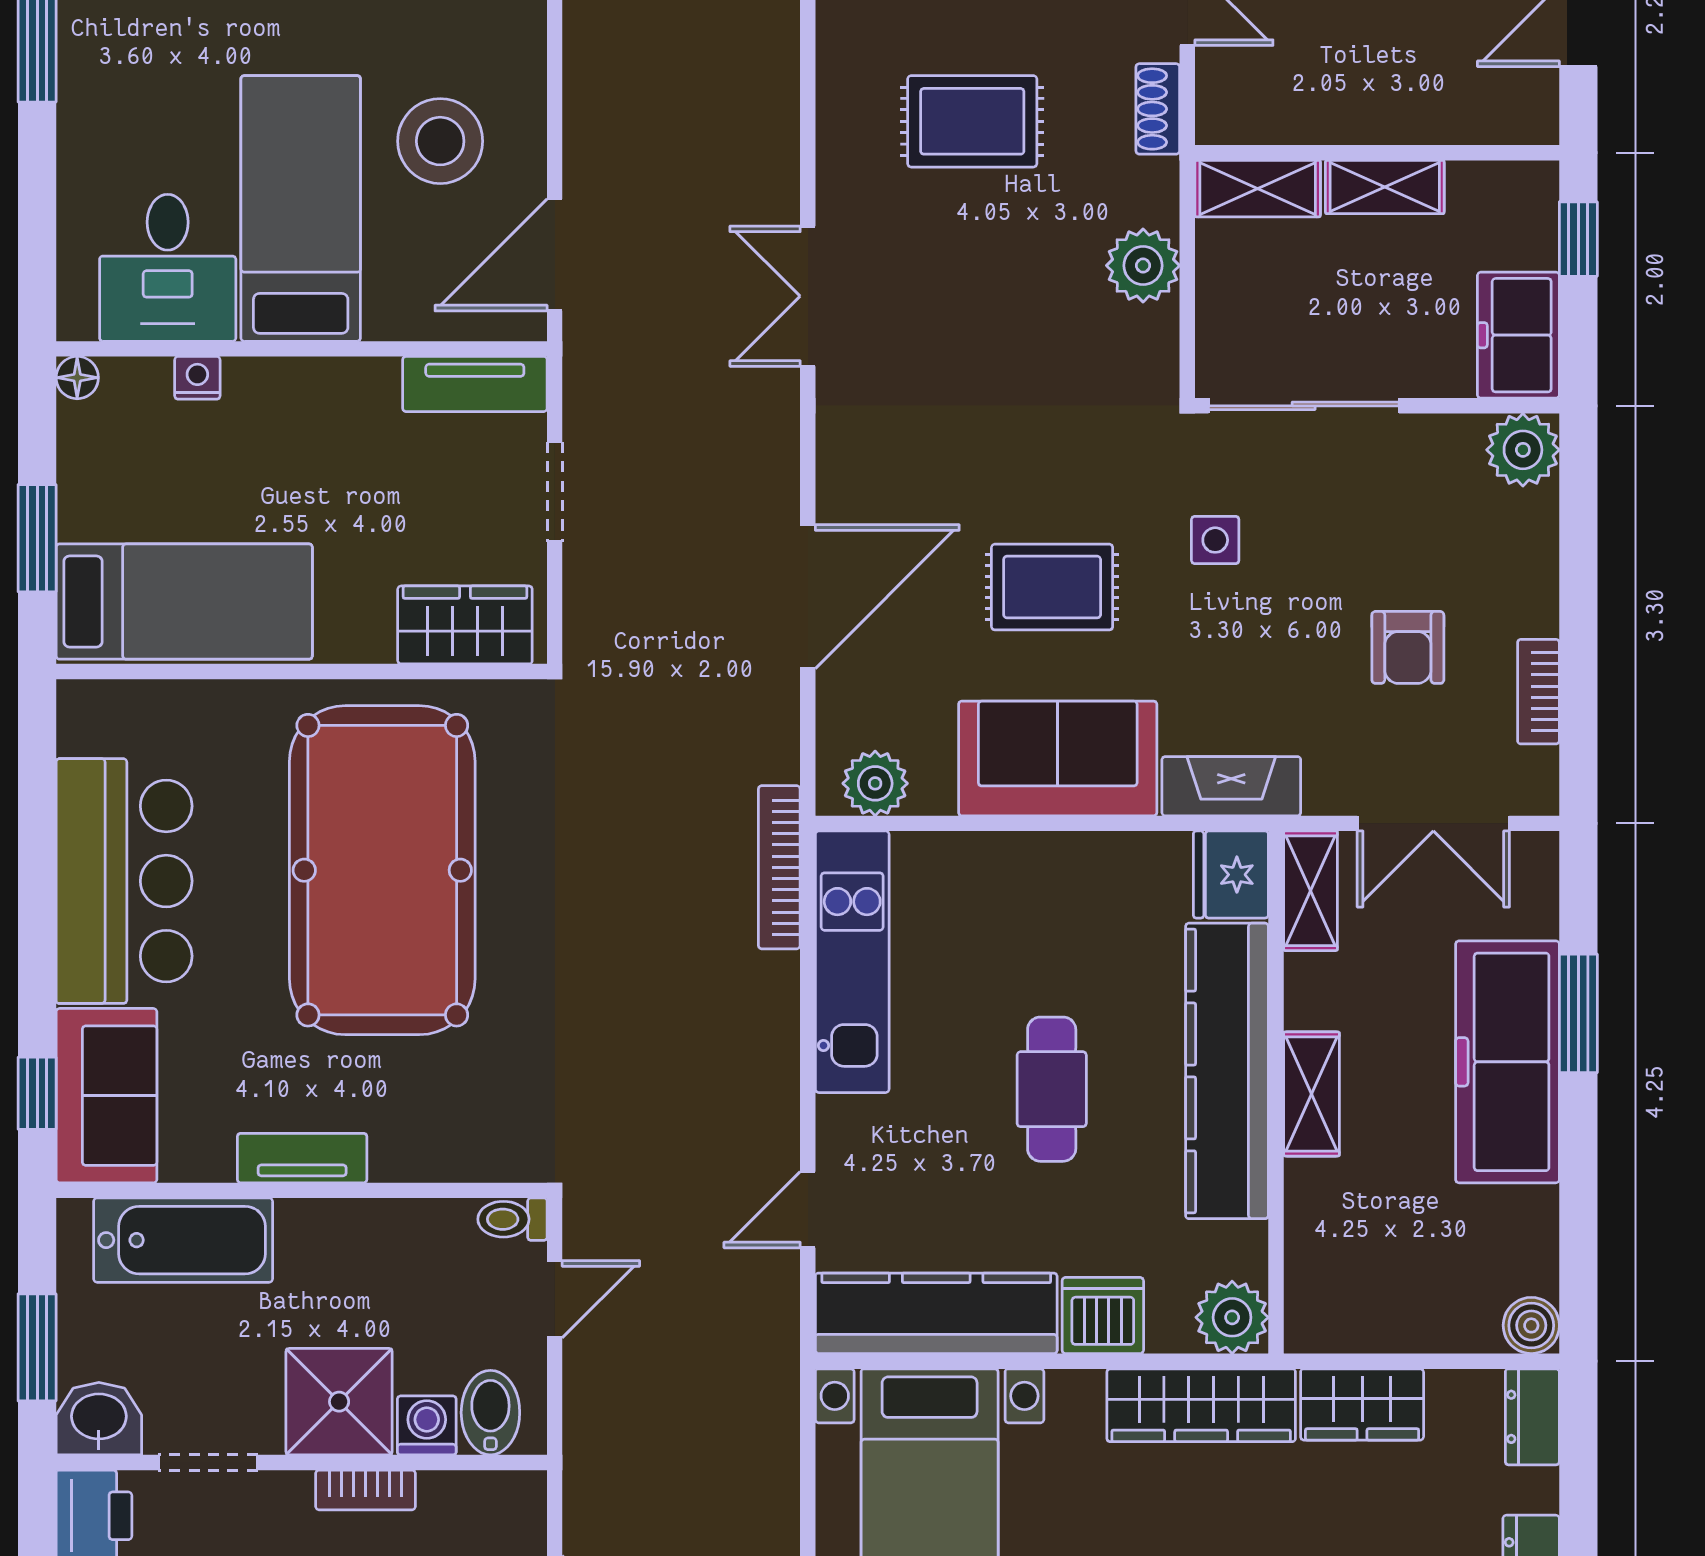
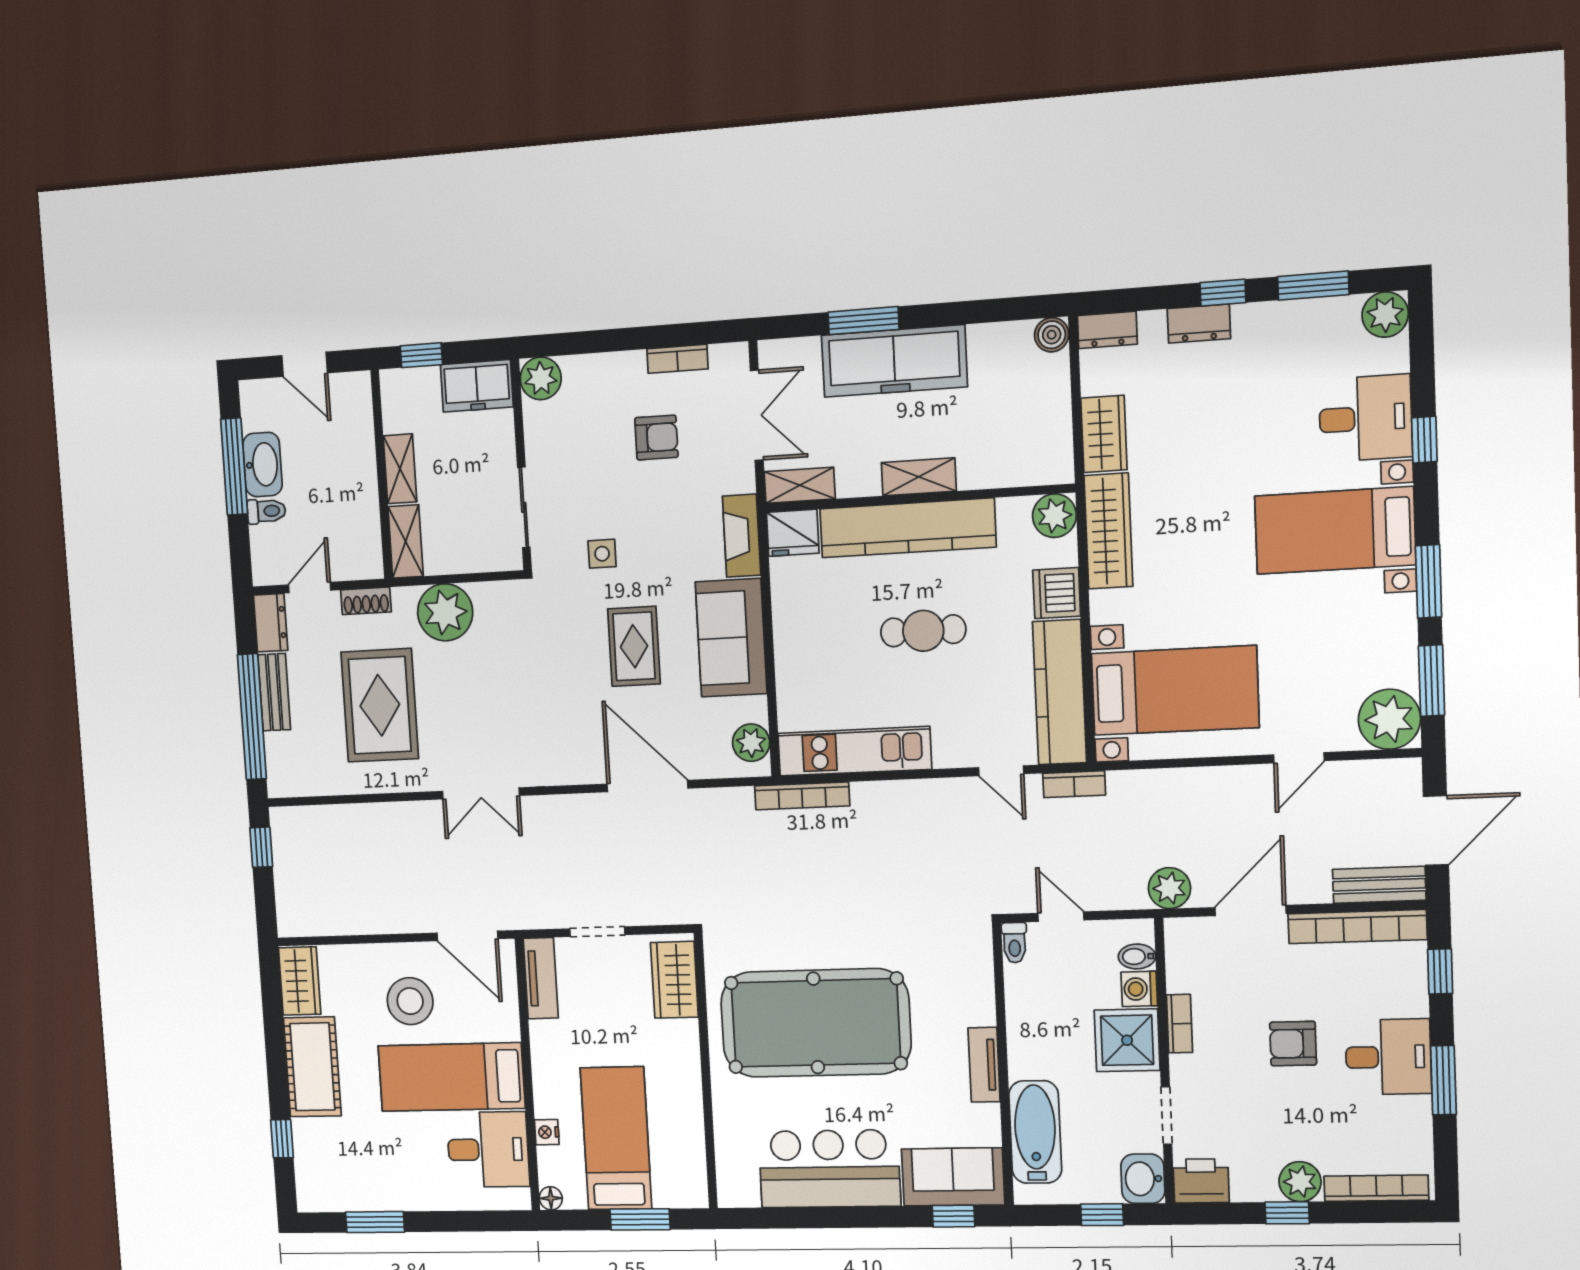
rug: (972, 121) -> (380, 705), width x1.36, depth x1.43
plant: (1143, 266) -> (445, 612), width x1.36, depth x1.36
sliding door: (1304, 406) -> (524, 507), width x0.73
bed: (184, 602) -> (616, 1138), moved
bookcase: (779, 1331) -> (1074, 784), added
window: (37, 1347) -> (1102, 1215), width x0.67
bidet: (490, 1413) -> (1137, 956), width x0.72, depth x0.74
plant: (597, 1482) -> (1169, 888), added

